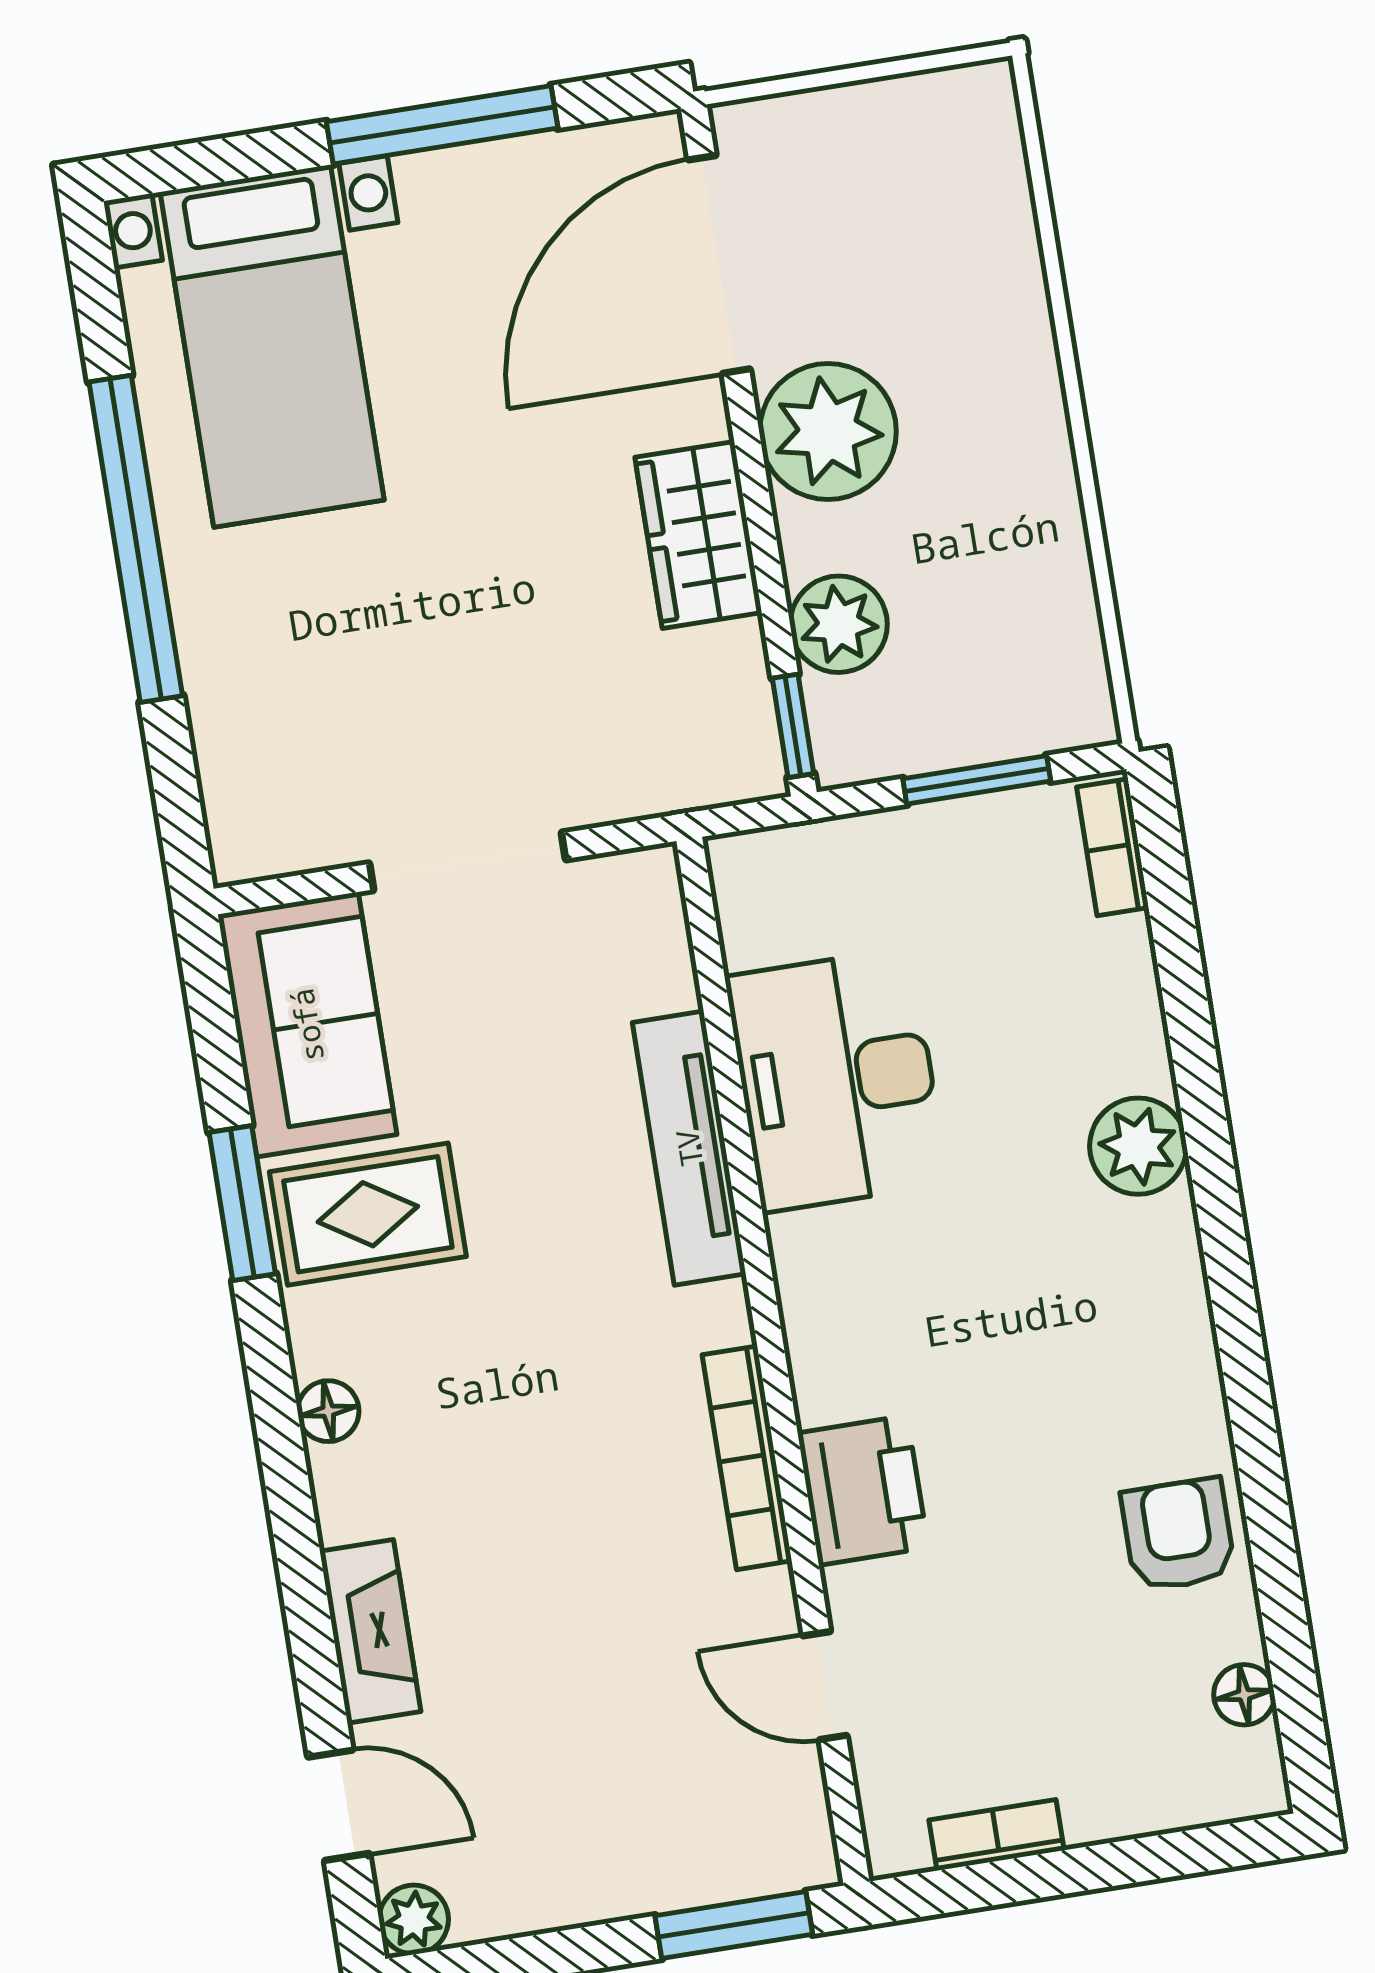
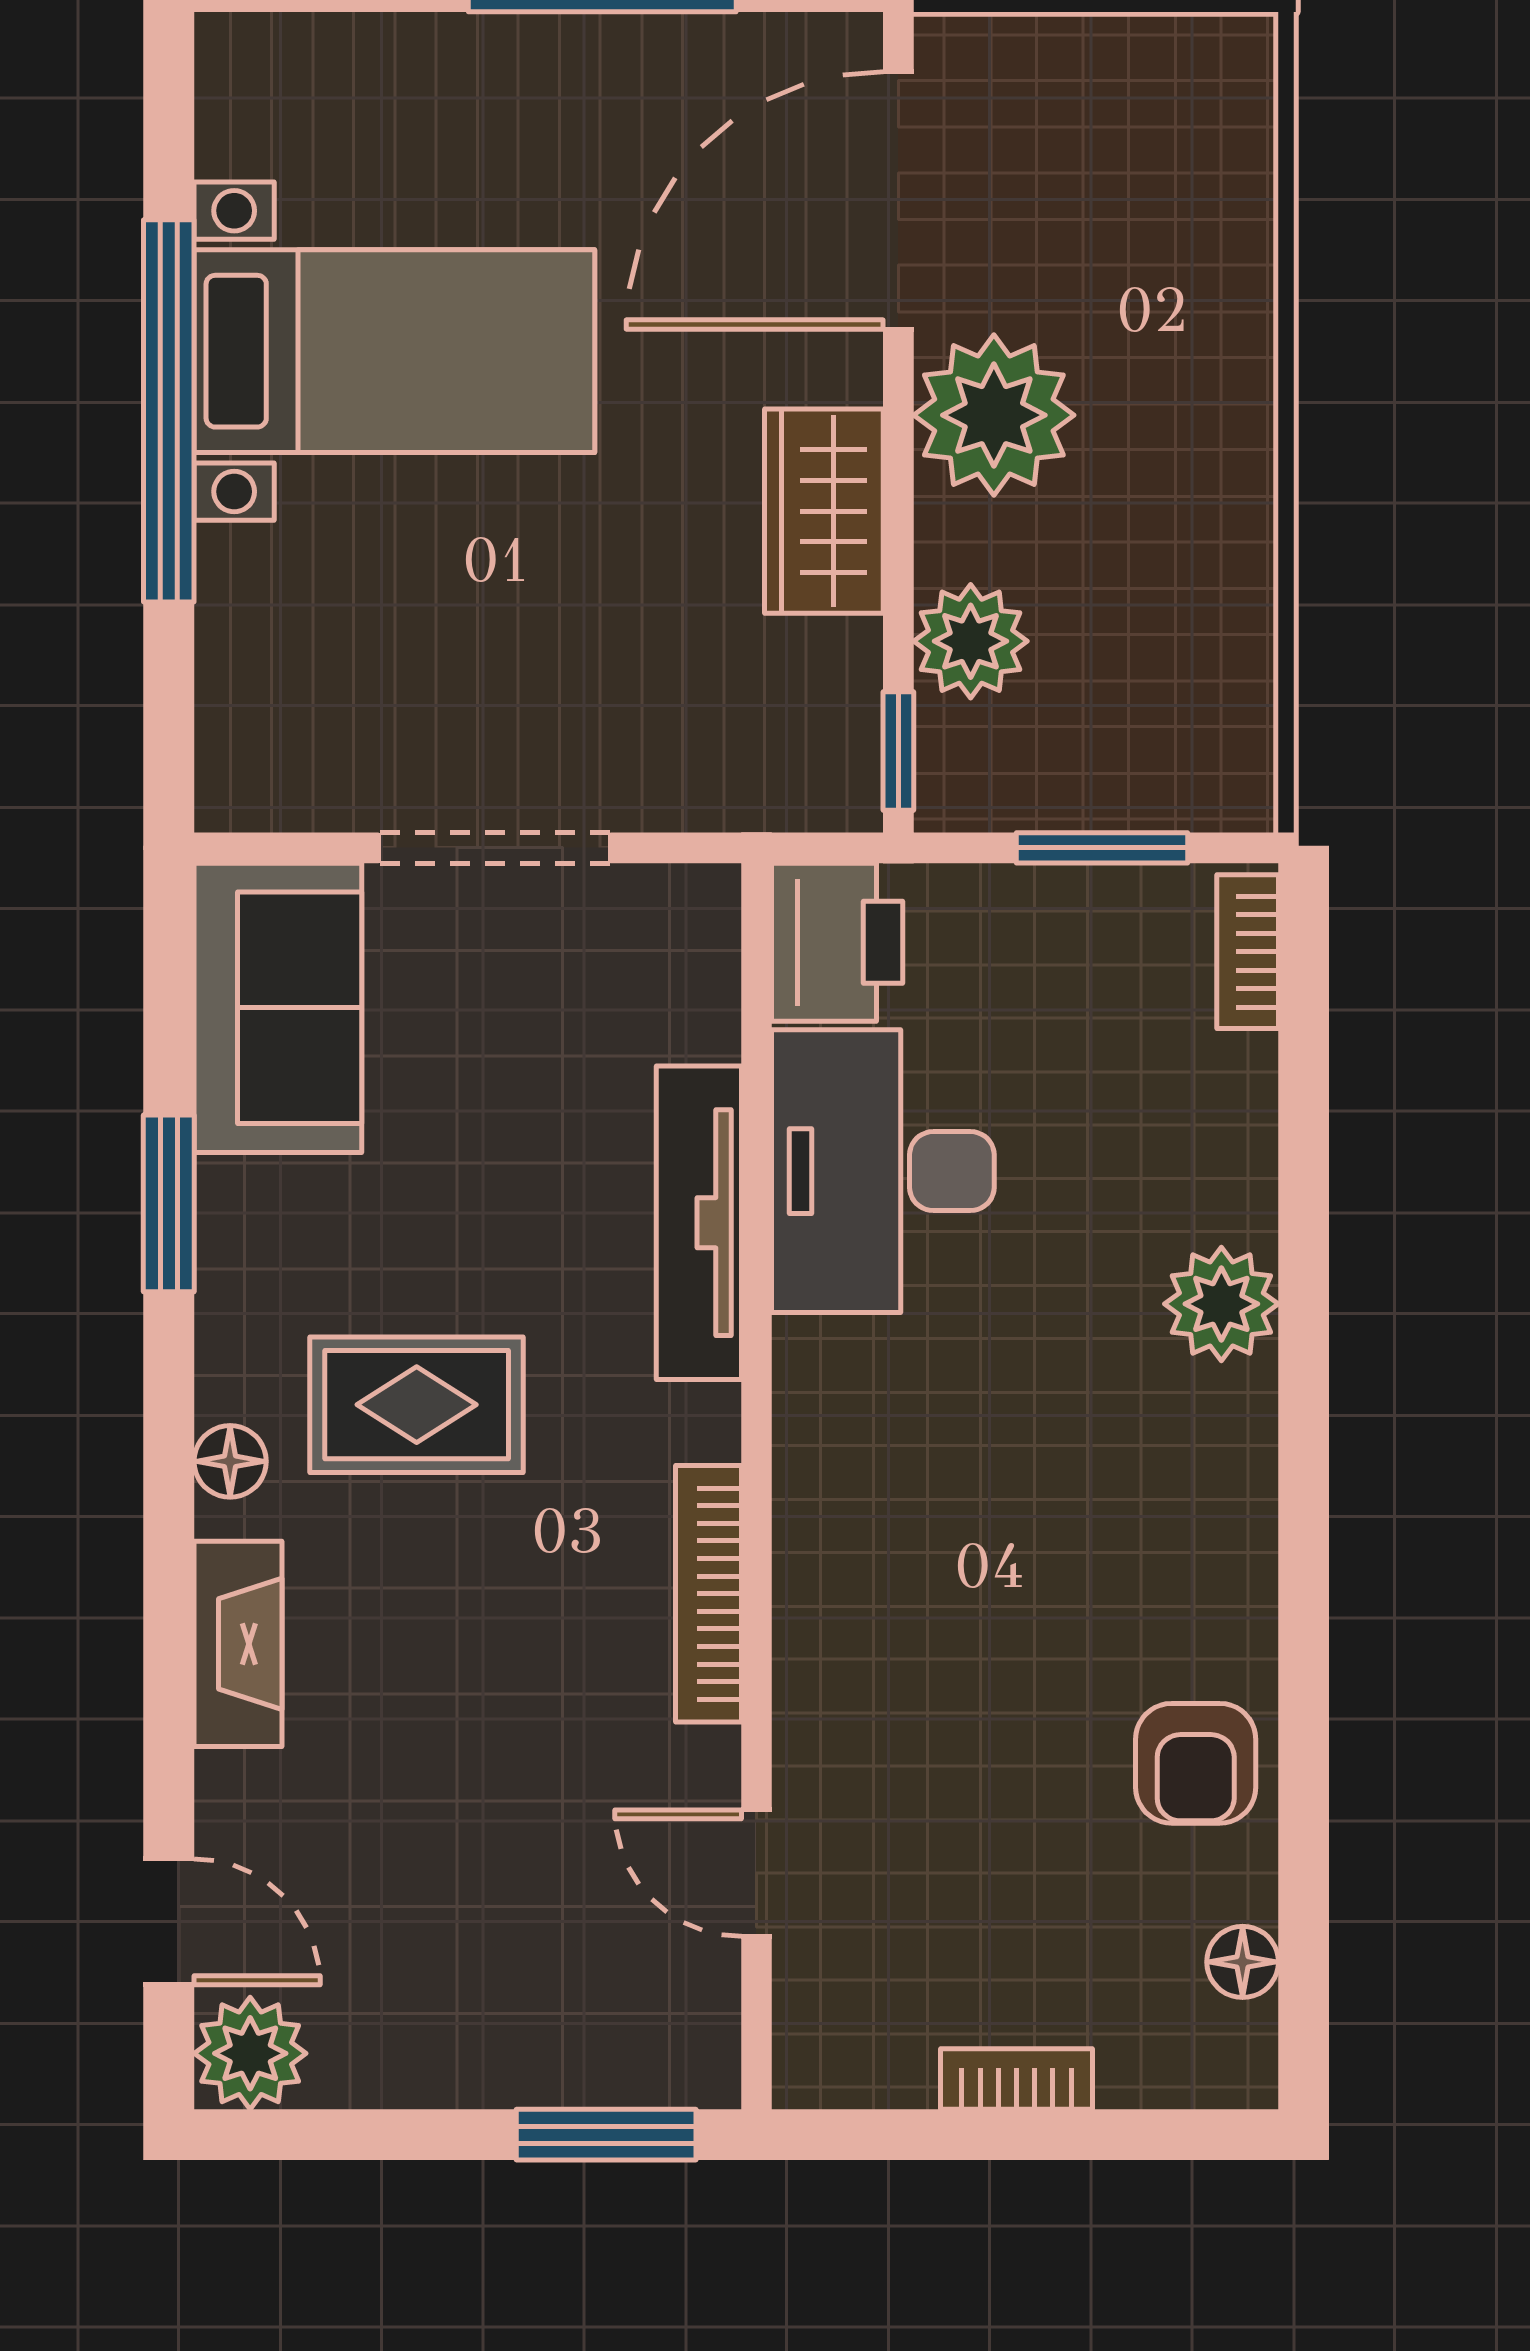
bed with nightstands: (272, 346) -> (394, 351), moved, turned -90
rug: (368, 1214) -> (417, 1405), moved
printer: (863, 1490) -> (837, 942), moved
armchair: (1178, 1535) -> (1196, 1763), turned 180
fireplace: (370, 1631) -> (238, 1644), moved
bookcase: (997, 1835) -> (1016, 2079), moved
plant: (414, 1919) -> (250, 2053), width x1.38, depth x1.38

